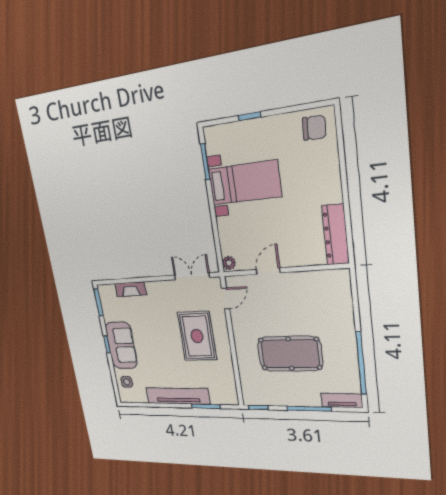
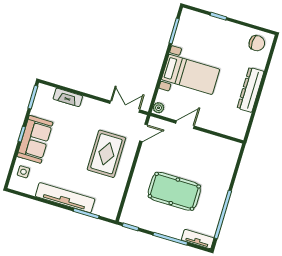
bed with nightstands: (245, 183) -> (191, 74), moved
dresser: (336, 235) -> (251, 90), moved

